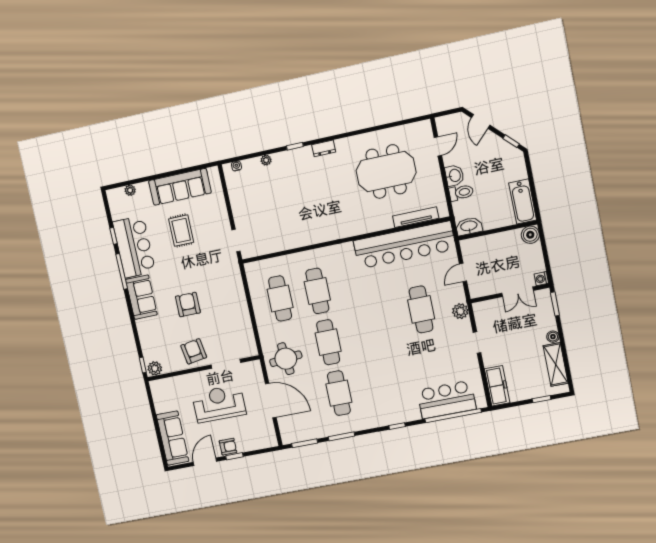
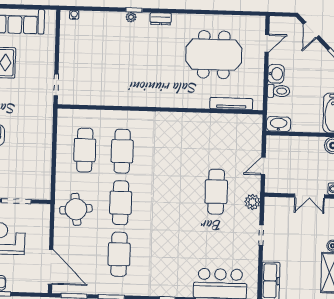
plant: (266, 160) -> (131, 17), moved
bar counter: (405, 245) -> (215, 127), removed
door: (271, 400) -> (51, 267), moved

